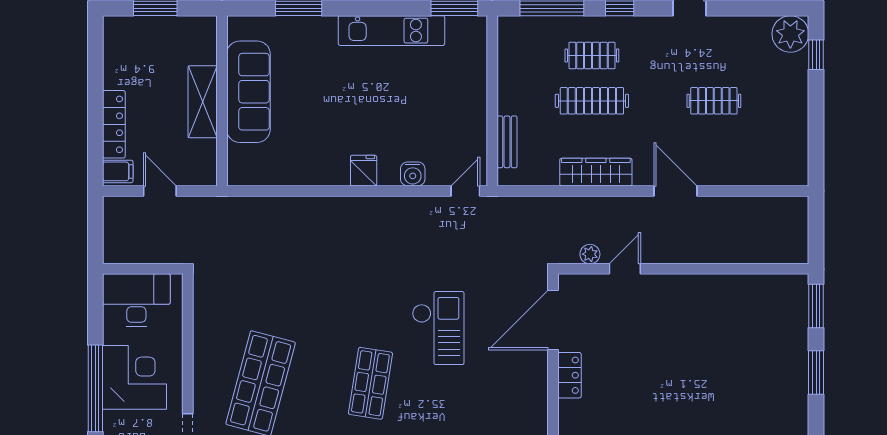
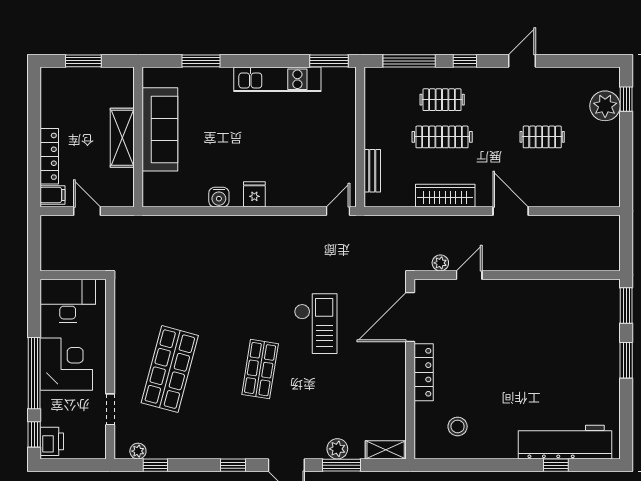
plant: (790, 34) -> (605, 106), moved
water cooler: (413, 174) -> (219, 197), moved
locker: (569, 375) -> (424, 372), width x1.53

